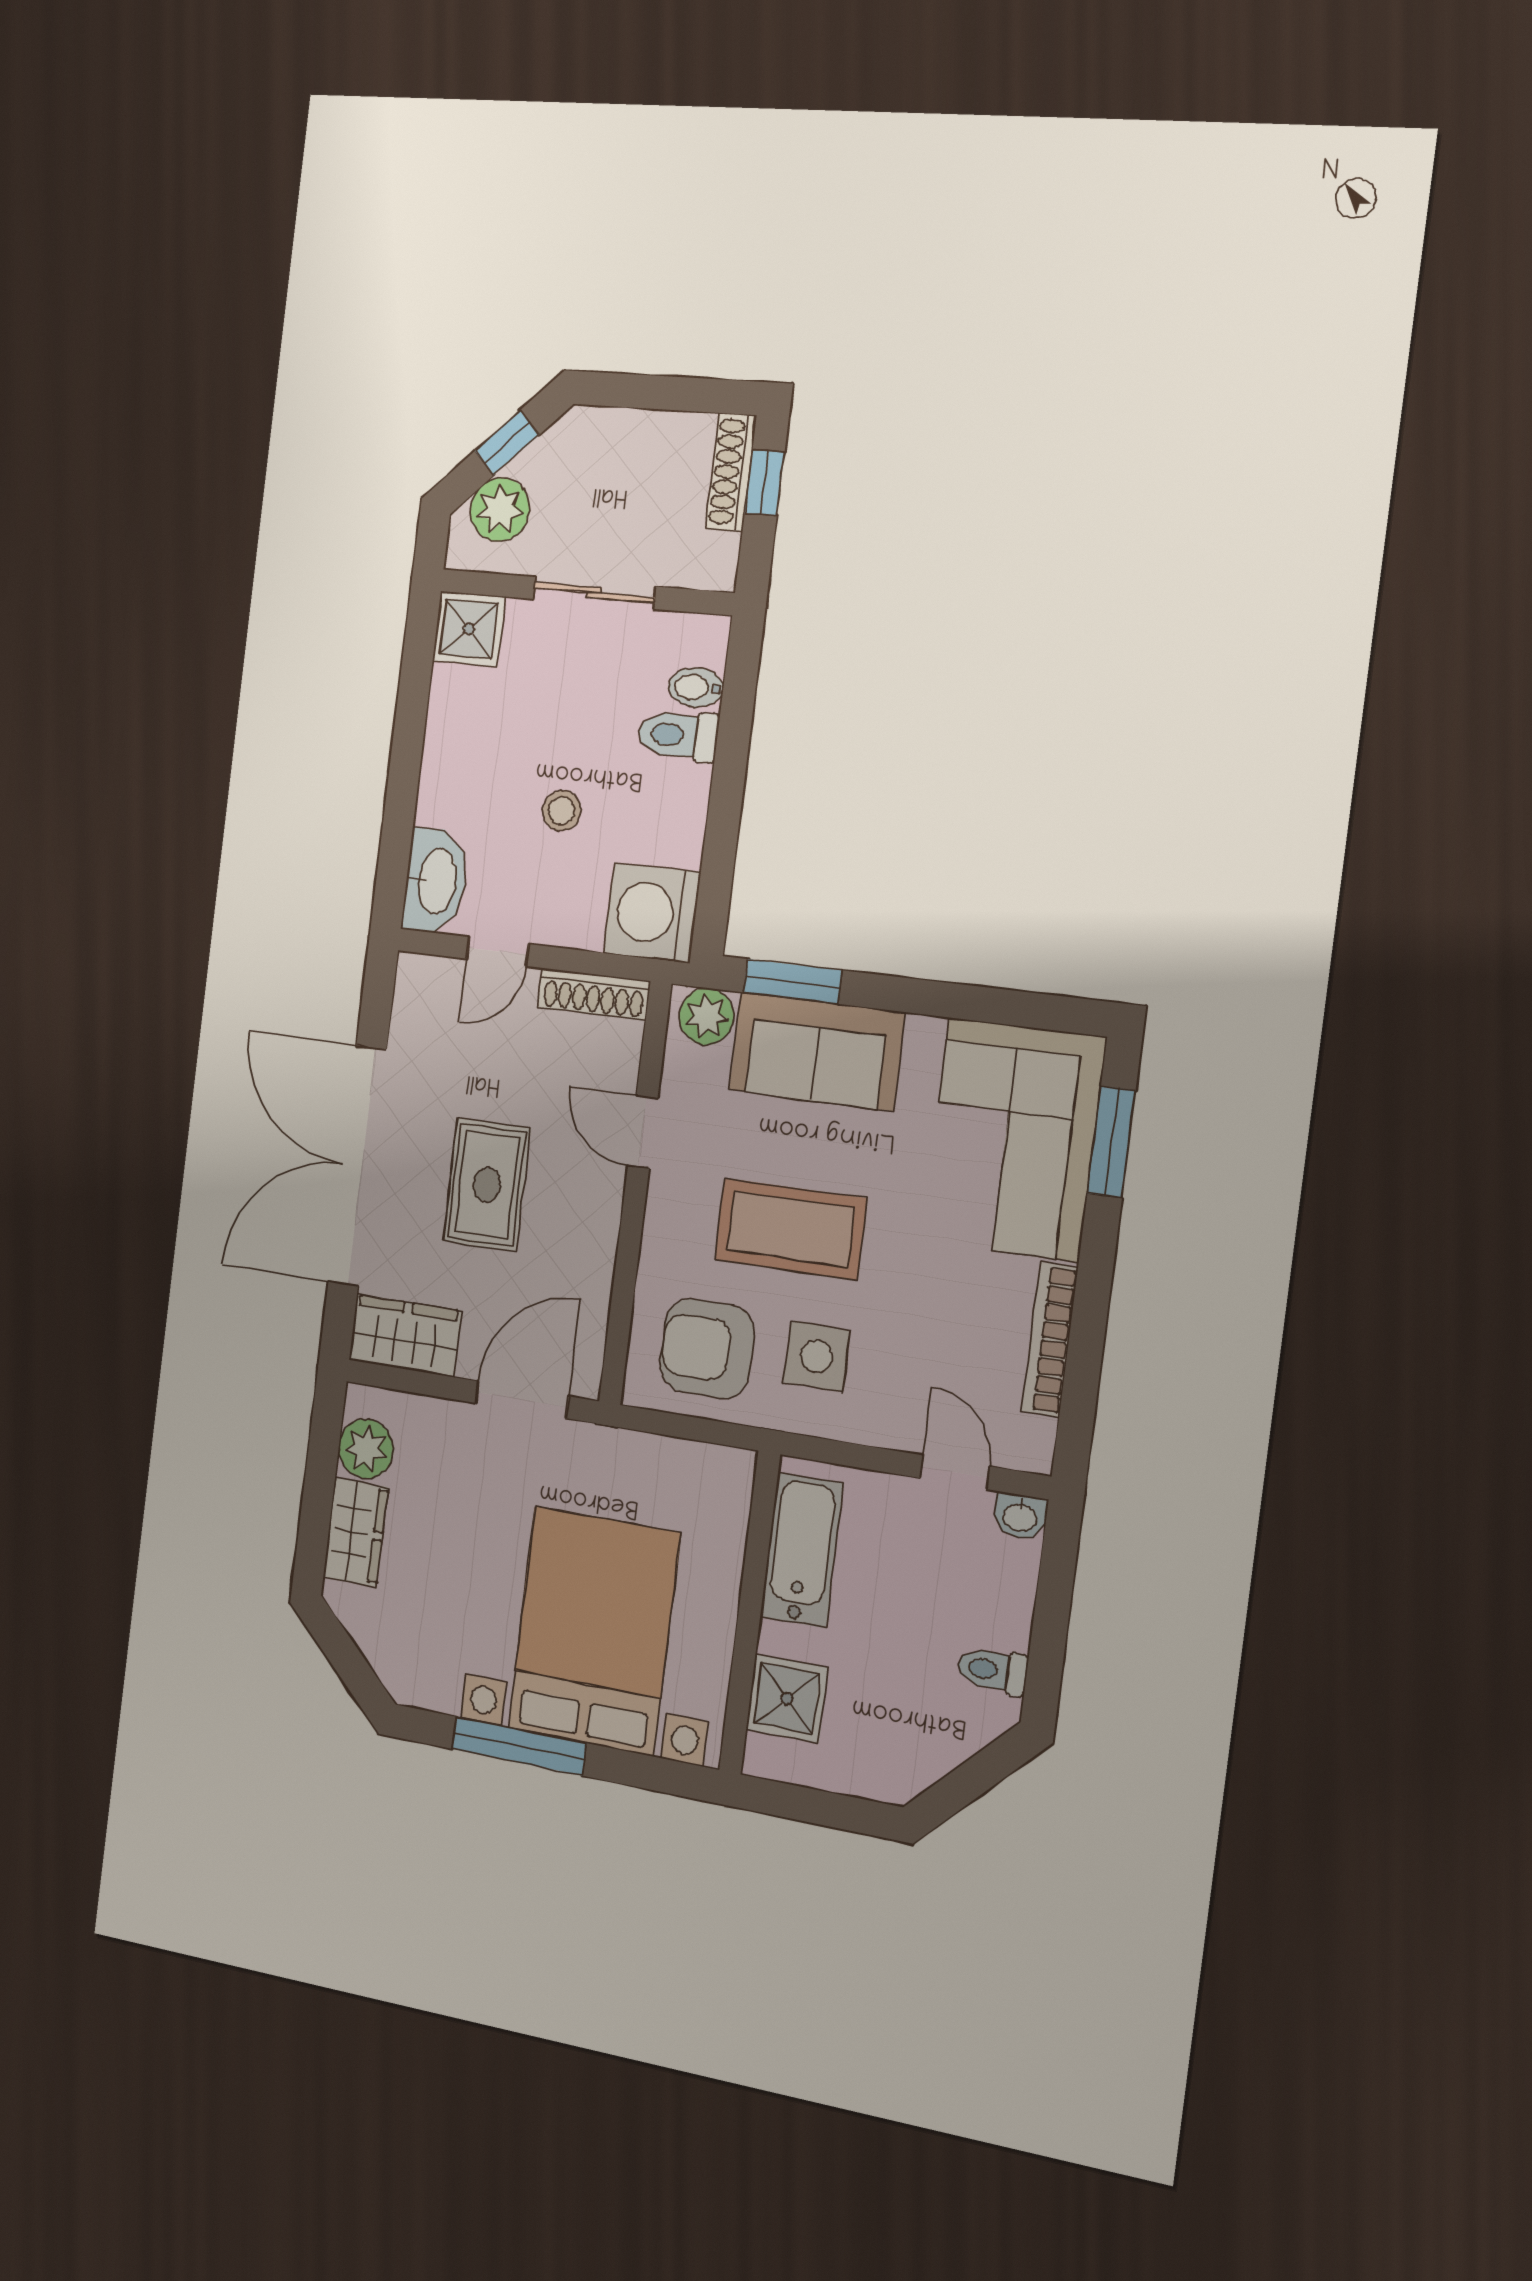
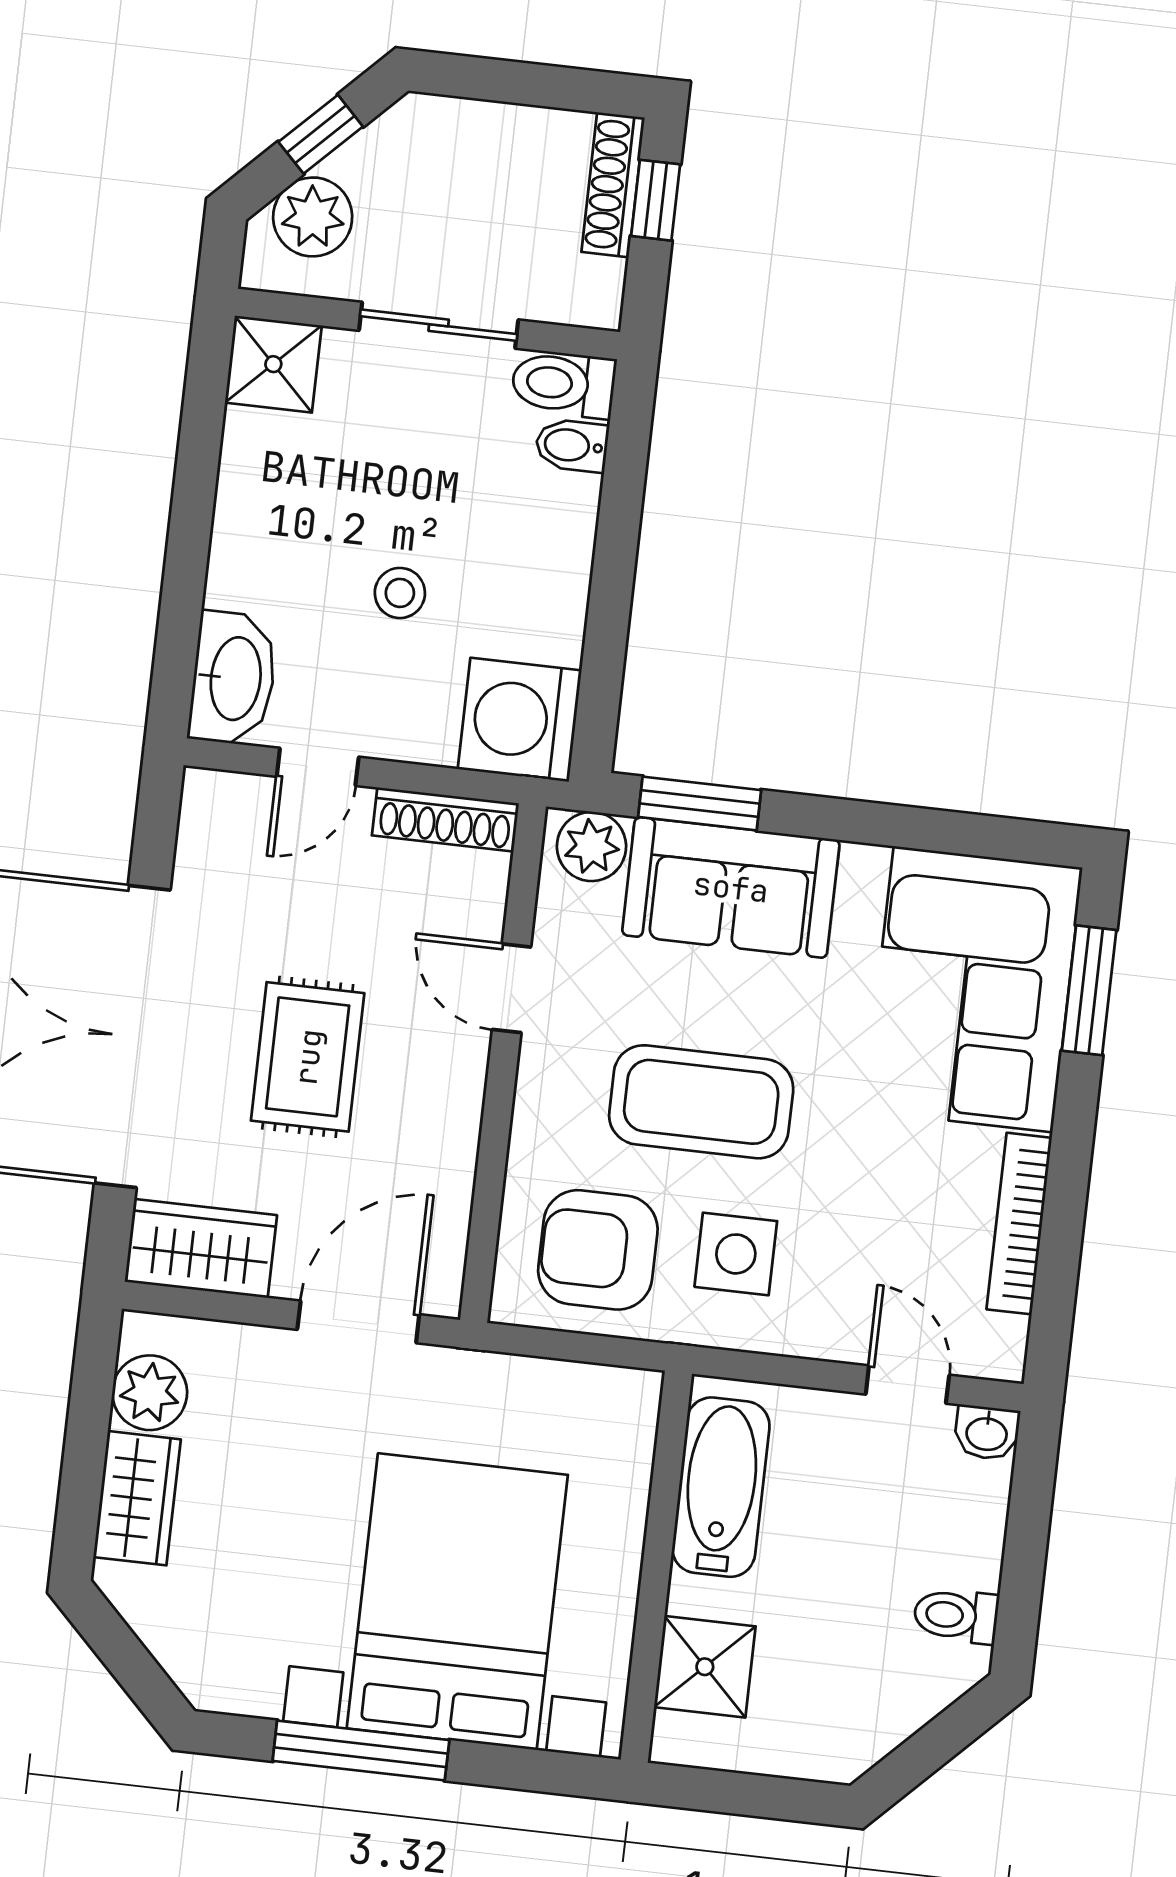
toilet: (678, 735) -> (564, 384), moved

